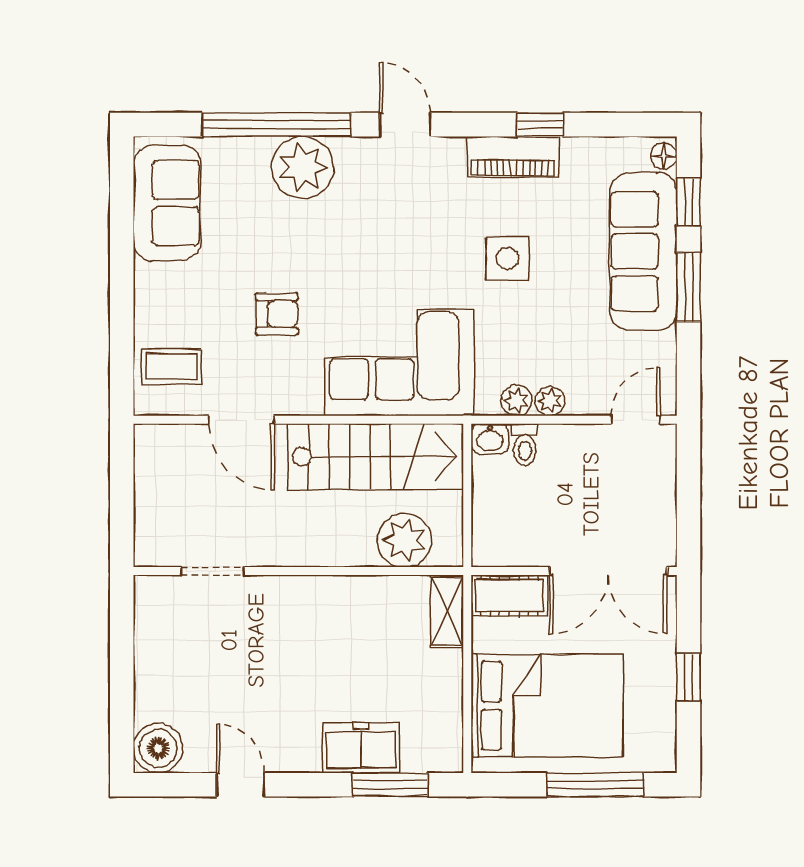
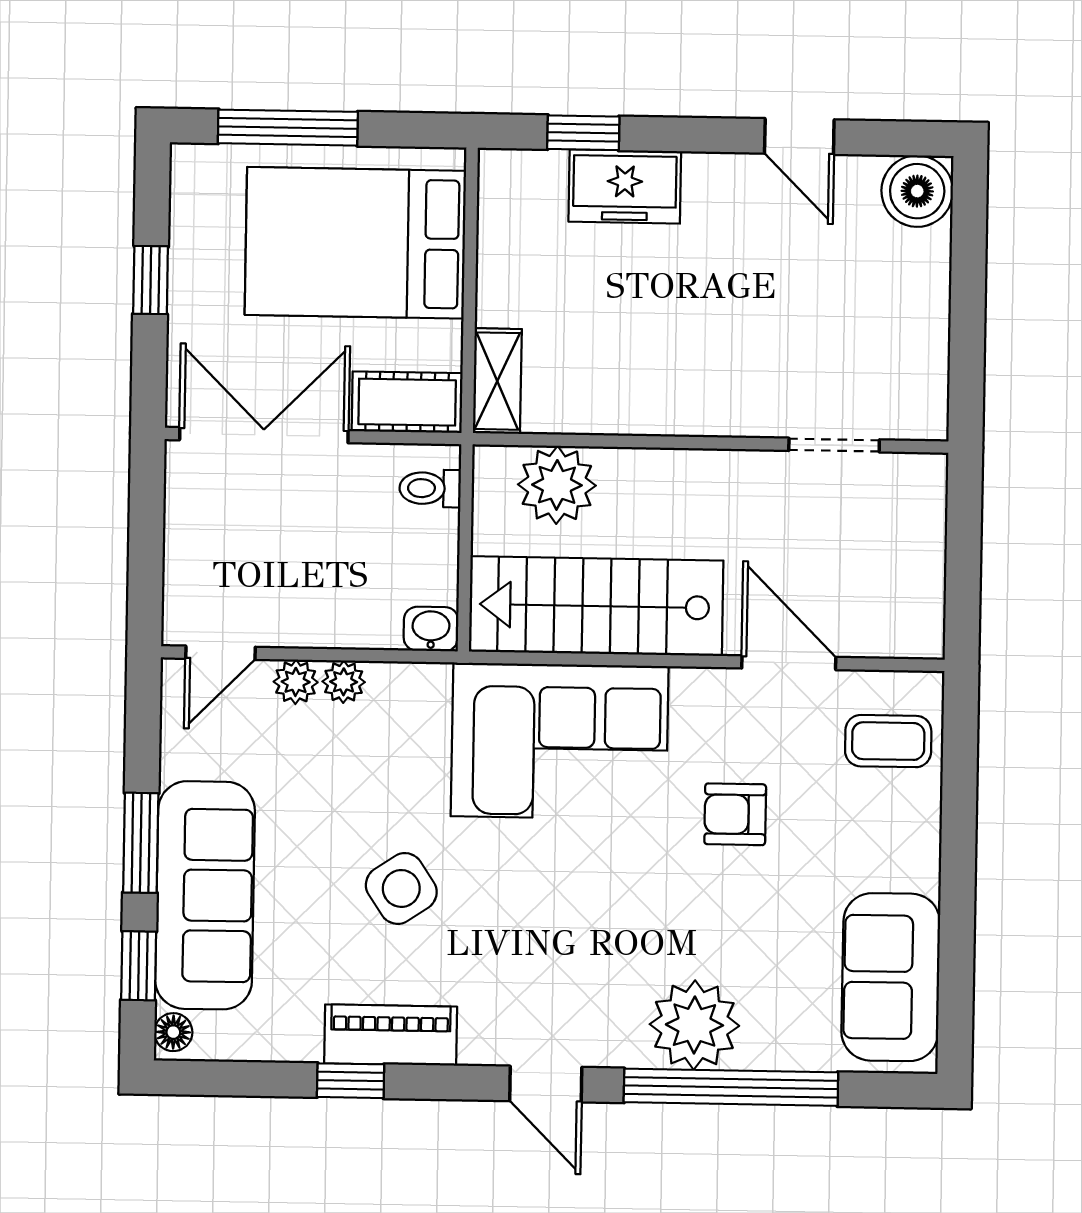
side table: (507, 258) -> (401, 888), turned -34
plant: (517, 400) -> (296, 682), moved
toilet: (525, 445) -> (430, 488), moved, turned -90
window: (390, 785) -> (583, 133), width x0.67

